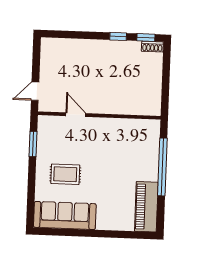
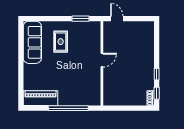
door: (76, 115) -> (102, 60), moved

